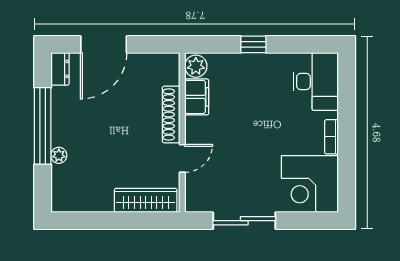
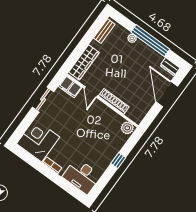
filing cabinet: (197, 97) -> (70, 87), moved
bench: (78, 204) -> (104, 31), added
sliding door: (244, 221) -> (43, 99), width x0.73

